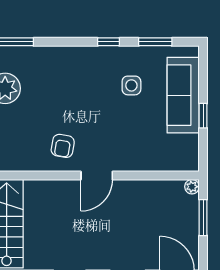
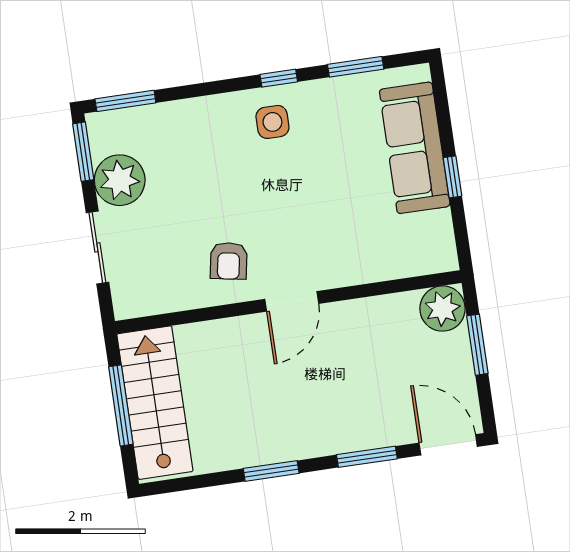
side table: (131, 85) -> (272, 122), moved
plant: (192, 187) -> (443, 309), width x1.88, depth x1.88

